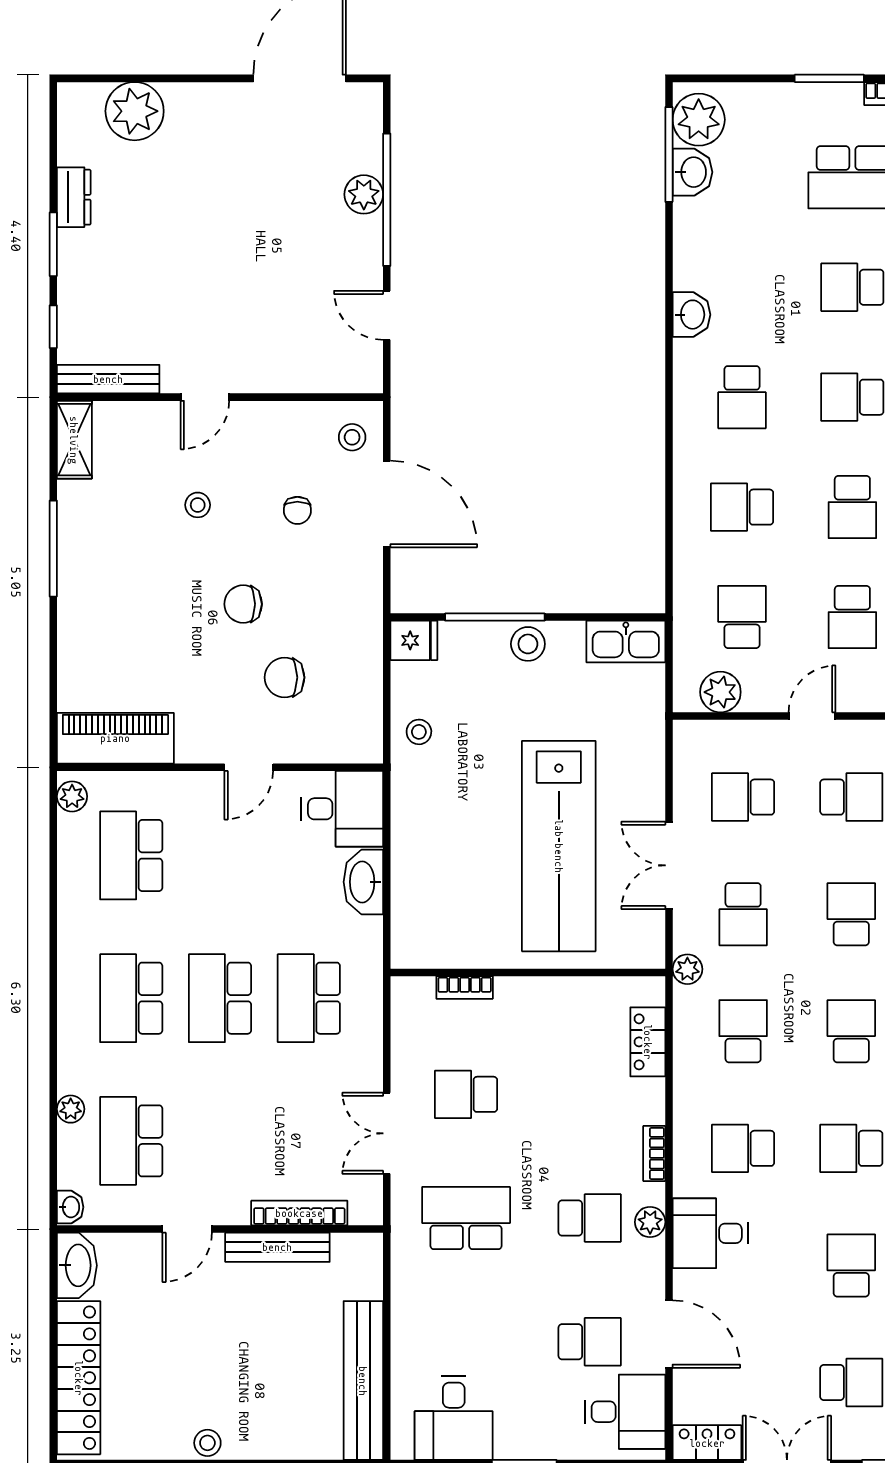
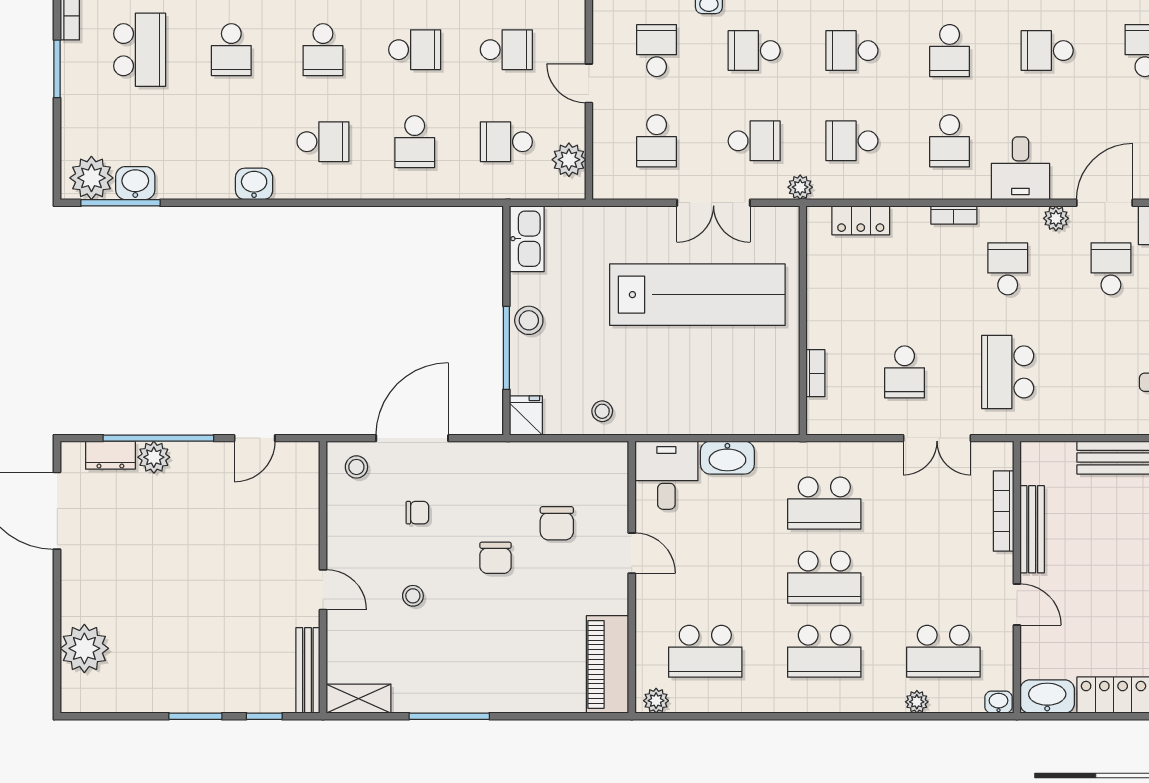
dresser: (74, 197) -> (110, 455), moved, turned 180
plant: (650, 1222) -> (1056, 218), moved

